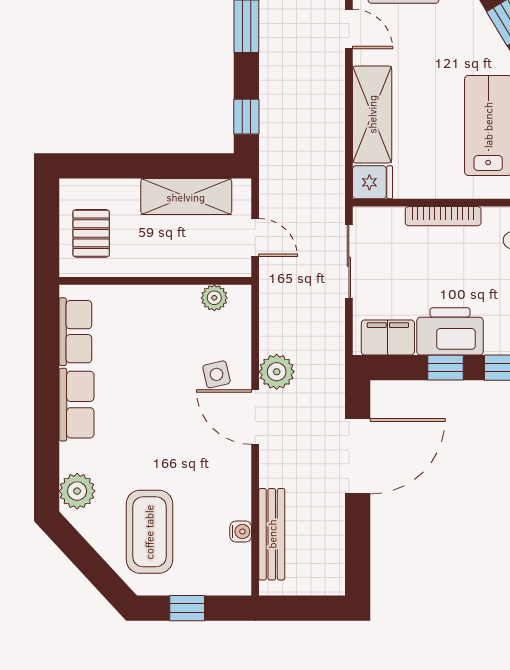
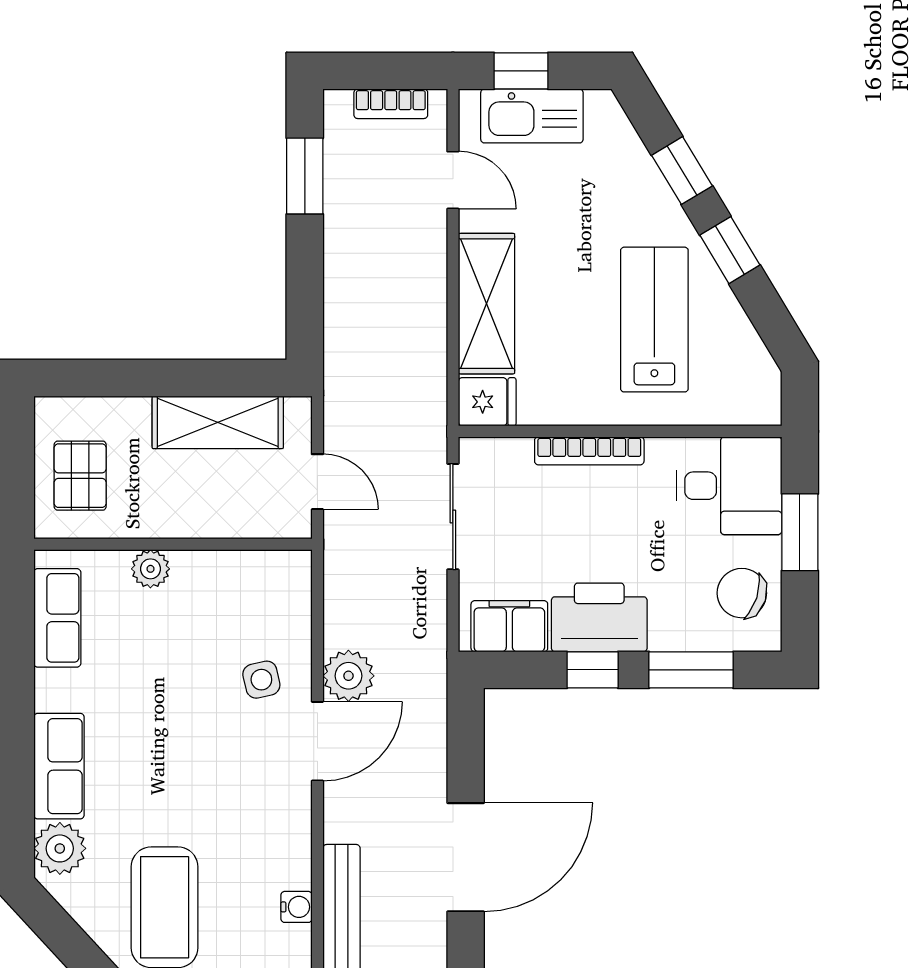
window: (246, 117) -> (305, 307), removed
plant: (214, 298) -> (150, 569), moved
row of seats: (77, 405) -> (59, 766), moved
door: (255, 417) -> (317, 741), swing flipped
door: (358, 456) -> (466, 857), moved

